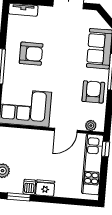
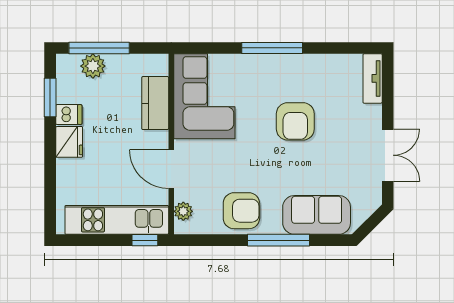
armchair: (31, 54) -> (295, 121), moved
kitchen counter: (27, 136) -> (155, 103), added

